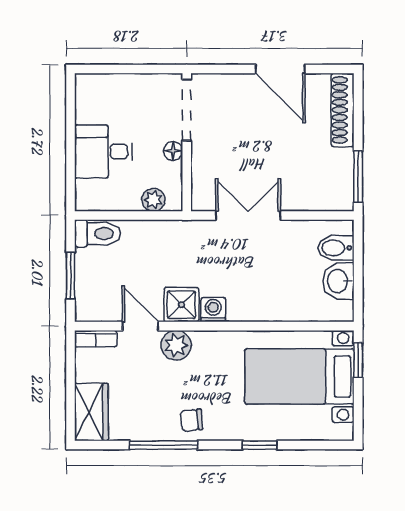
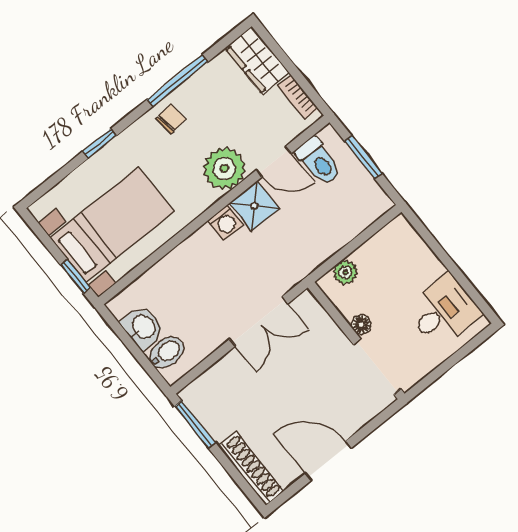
desk: (103, 152) -> (443, 311), moved
toilet: (98, 234) -> (319, 161), moved, turned -90
bookcase: (96, 339) -> (298, 97), moved, turned -90
plant: (176, 345) -> (224, 169), width x1.36, depth x1.36

